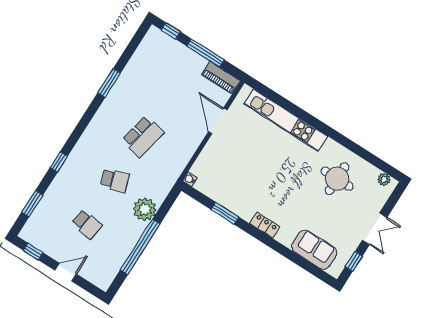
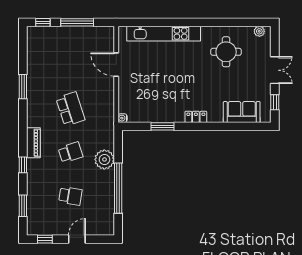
piano: (221, 78) -> (33, 143), moved, turned -90
school desk: (143, 136) -> (70, 109), turned -30

